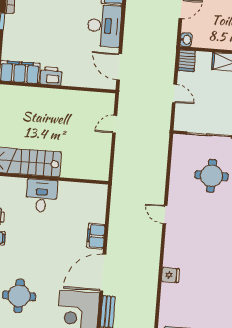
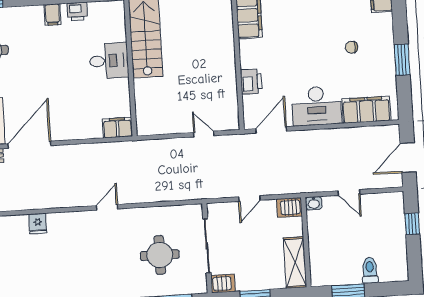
printer: (51, 76) -> (251, 82), moved
filing cabinet: (96, 236) -> (117, 128), moved
door: (103, 273) -> (29, 145), hinge flipped

